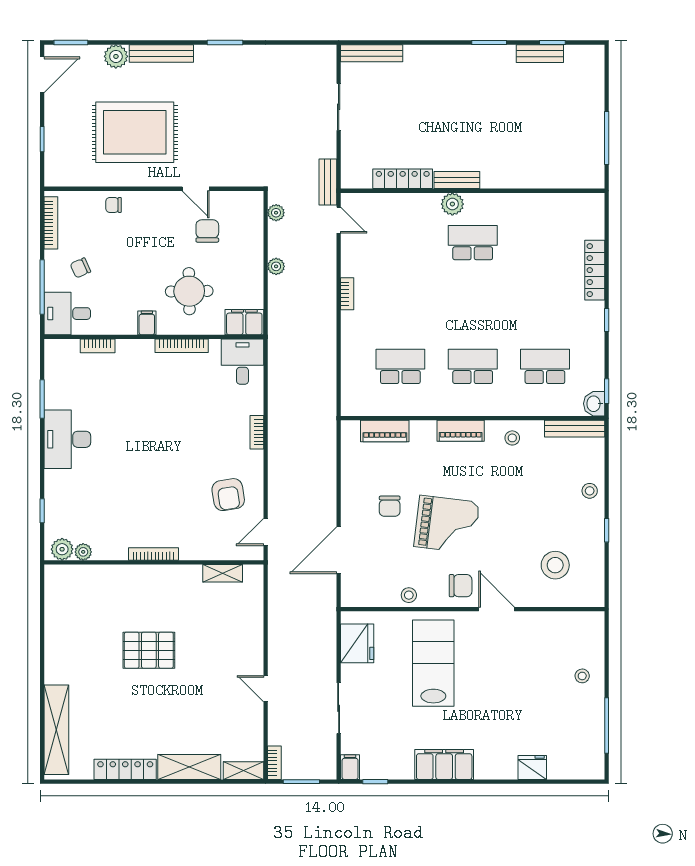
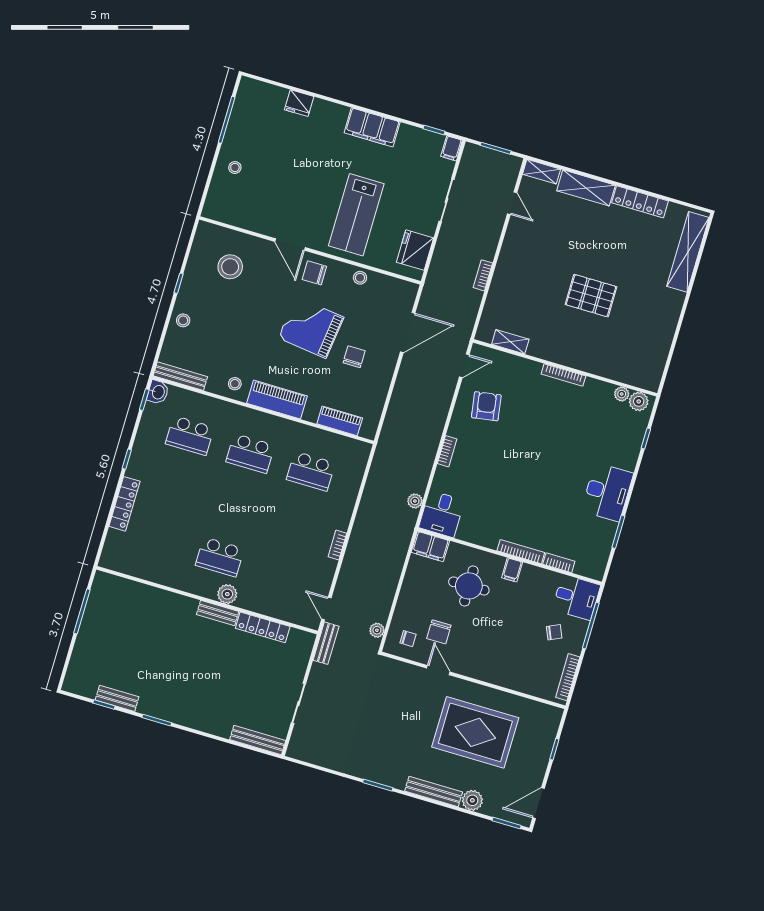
chair: (114, 205) -> (408, 639), moved
plant: (276, 266) -> (415, 501), moved
bookcase: (182, 346) -> (521, 552), moved
piano: (461, 431) -> (277, 400), width x1.37, depth x1.33
door: (266, 689) -> (512, 203), moved
bookcase: (274, 763) -> (483, 275), moved

